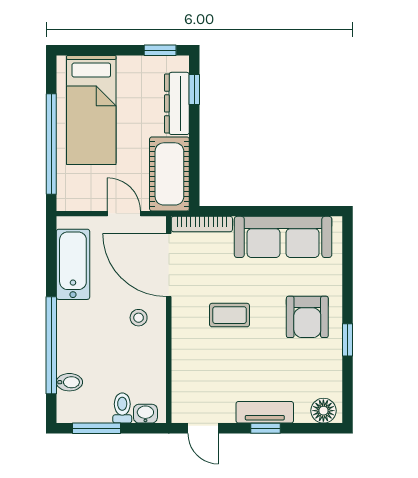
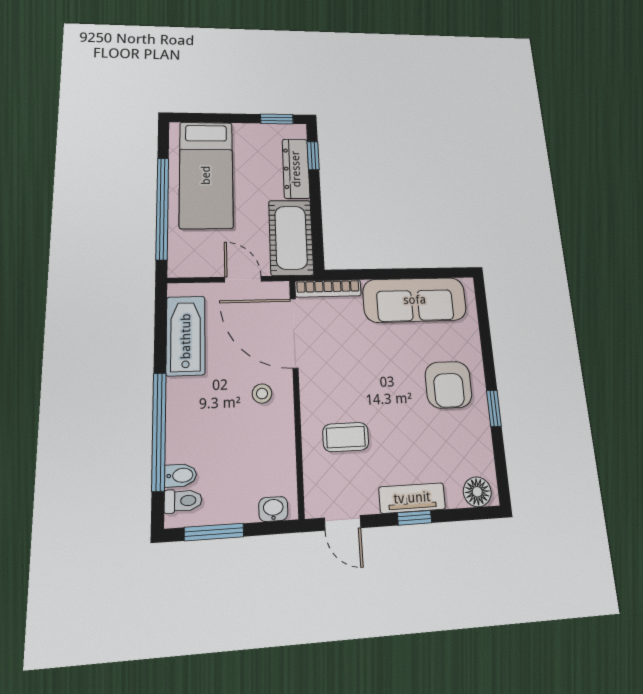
coffee table: (230, 315) -> (346, 437), moved
toilet: (122, 408) -> (183, 501), moved, turned 90

